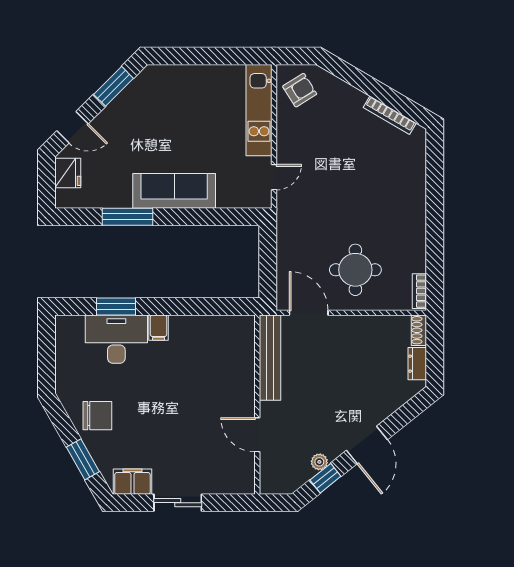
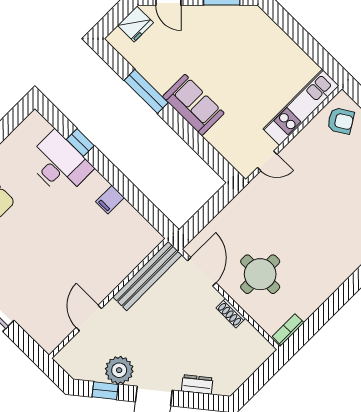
sofa: (174, 191) -> (193, 105), width x0.73
window: (116, 306) -> (80, 143), width x0.67
filing cabinet: (159, 328) -> (110, 200), moved
shoe rack: (419, 330) -> (231, 313), moved, turned -90
dresser: (417, 364) -> (197, 384), moved, turned 51
plant: (319, 462) -> (119, 370), width x1.88, depth x1.88

